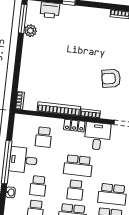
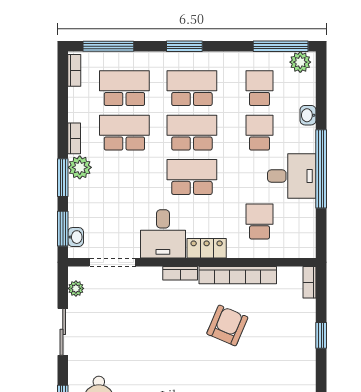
window: (17, 71) -> (321, 335), added
armchair: (111, 78) -> (227, 325), moved, turned -57
school desk: (75, 190) -> (192, 133), width x1.85

